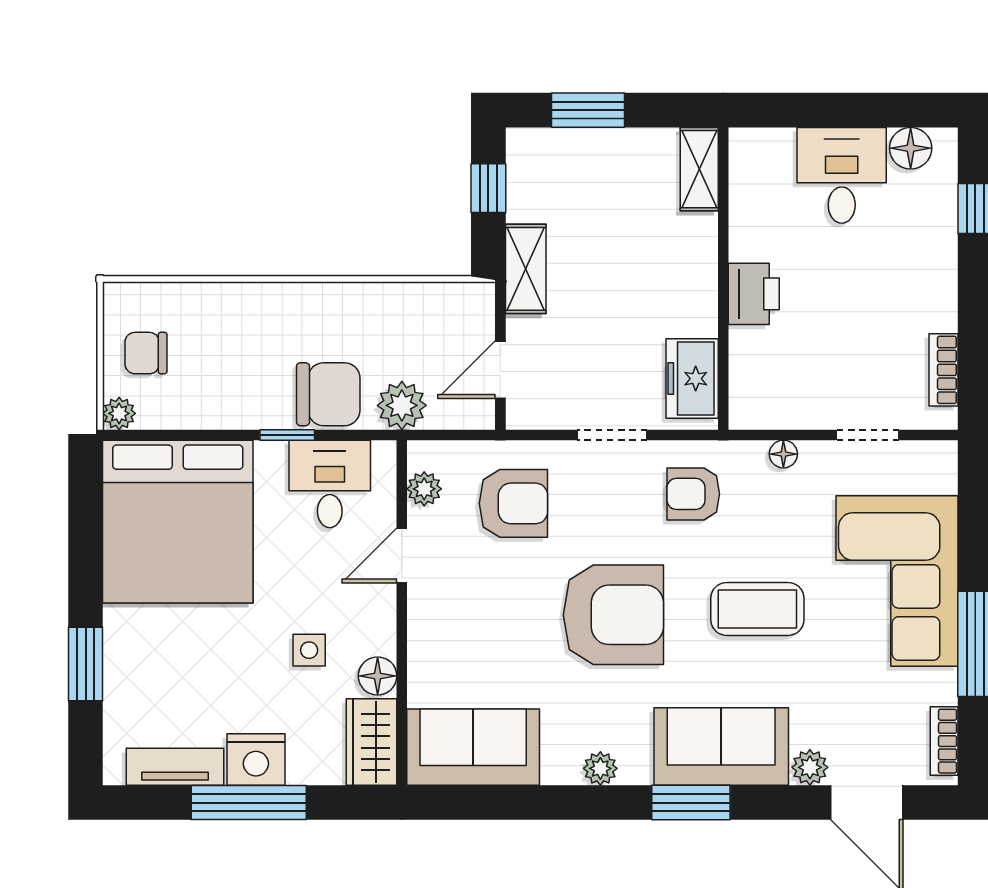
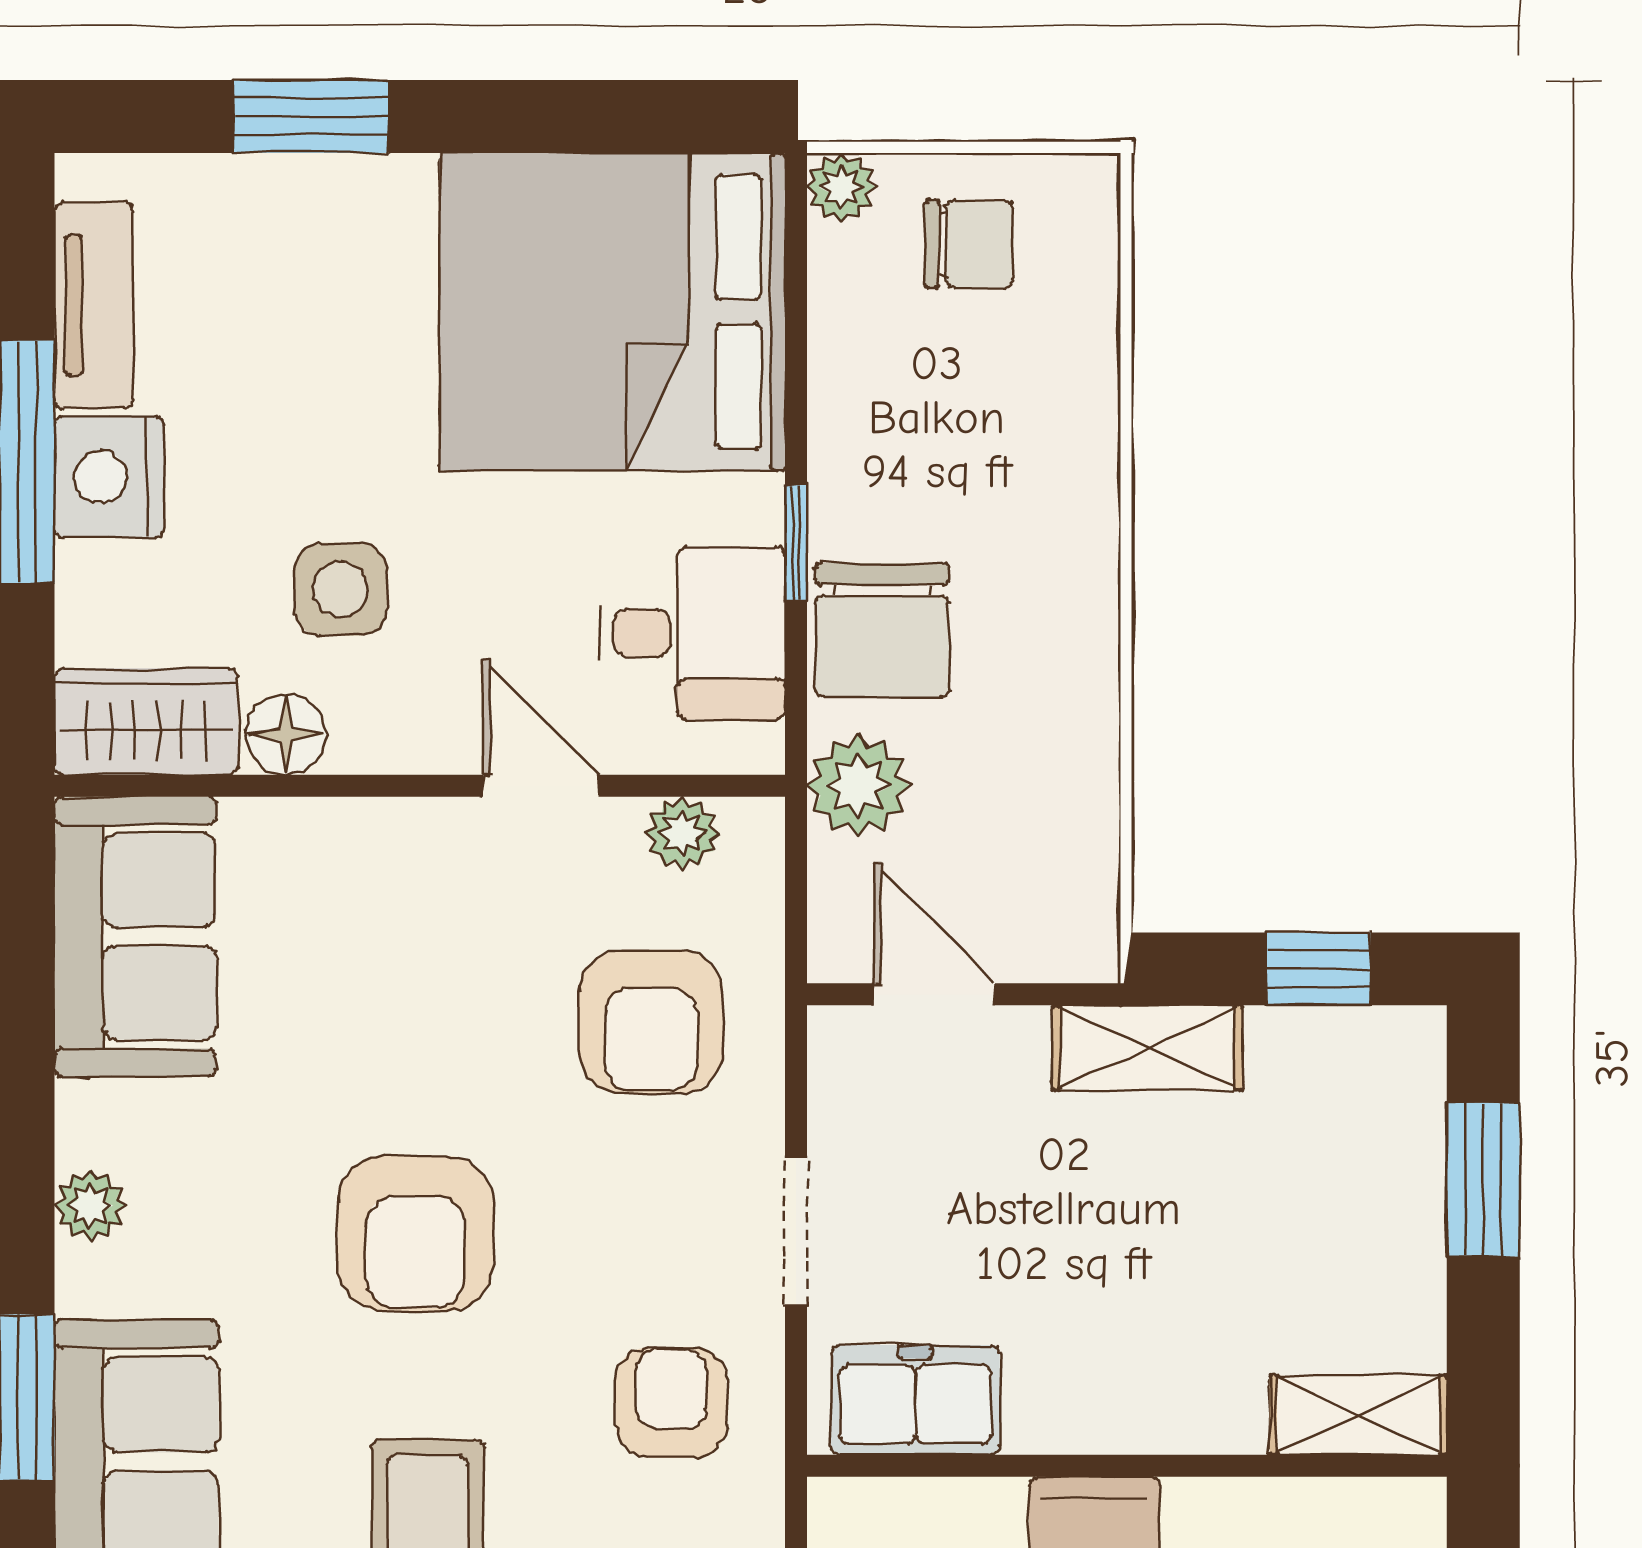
chair: (146, 353) -> (969, 244), turned 90
armchair: (613, 615) -> (415, 1233), width x0.73, depth x0.73
side table: (309, 650) -> (341, 589), width x1.37, depth x1.37

